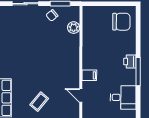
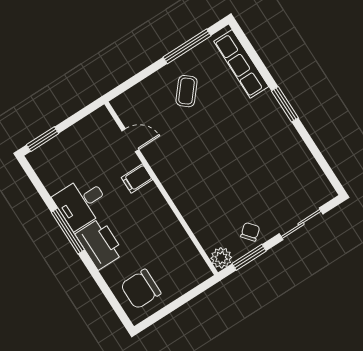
plant: (74, 28) -> (221, 258), moved
printer: (130, 62) -> (100, 244), width x1.87, depth x1.48
desk: (123, 97) -> (81, 203), moved

